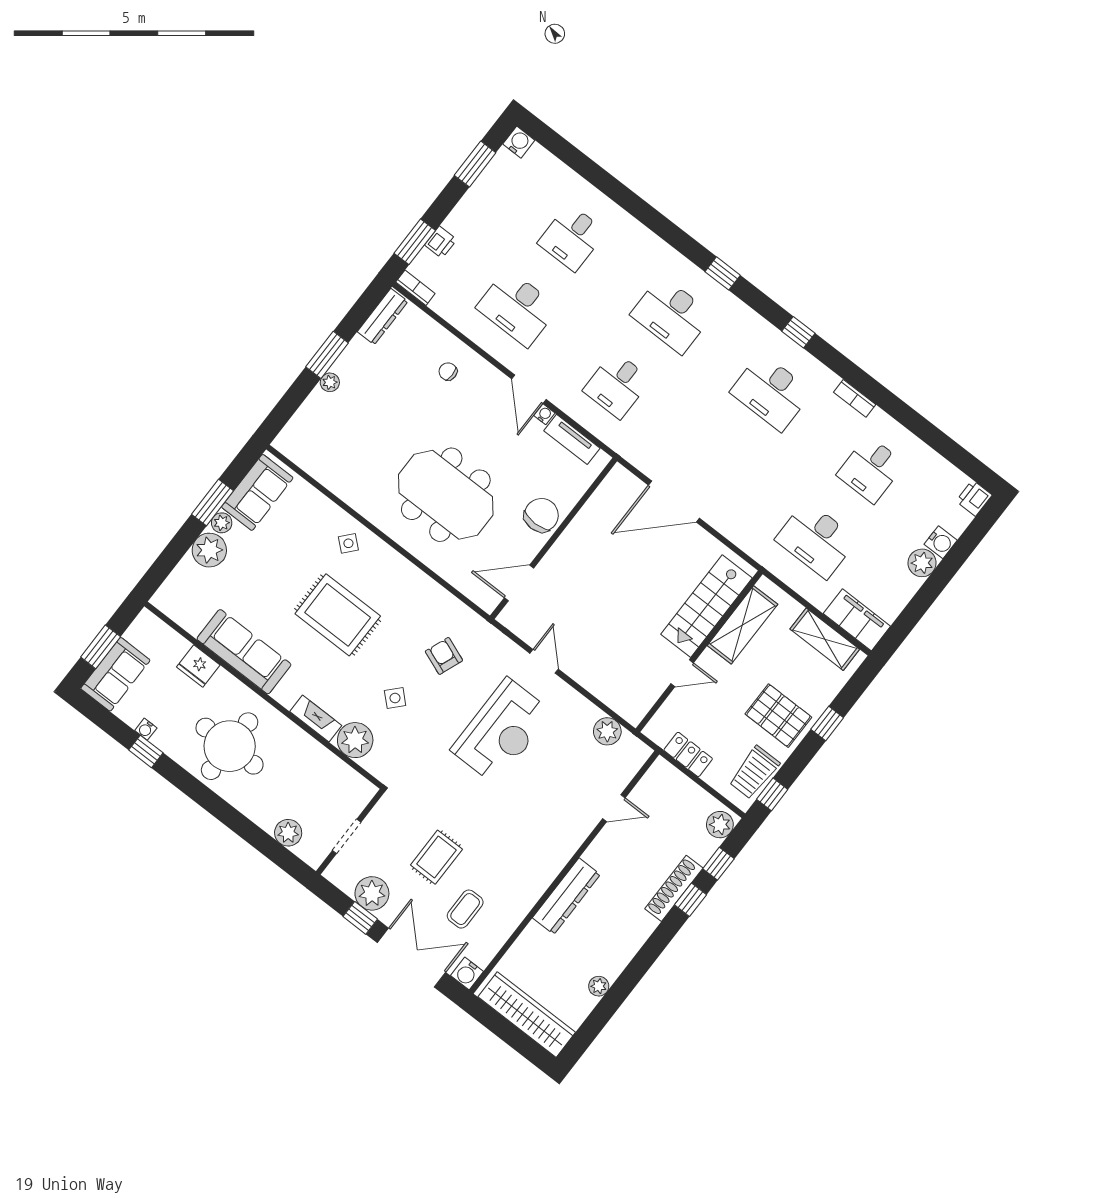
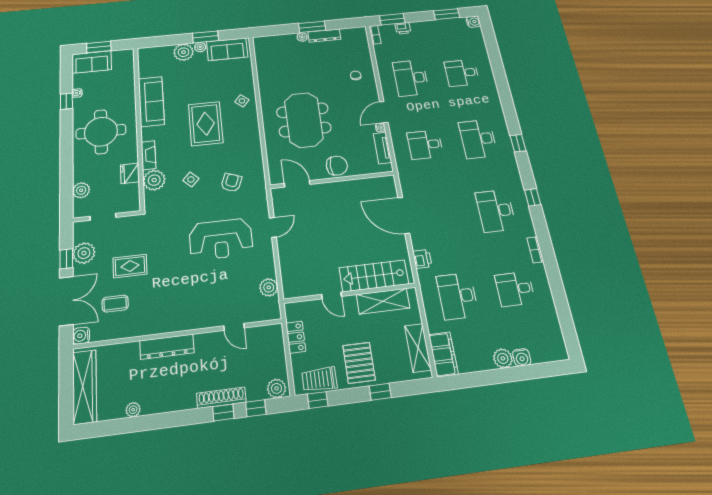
dresser: (383, 317) -> (324, 36), moved
printer: (974, 498) -> (422, 259), moved, turned 90
fridge: (198, 666) -> (130, 173), moved

